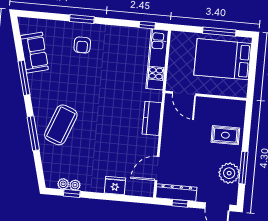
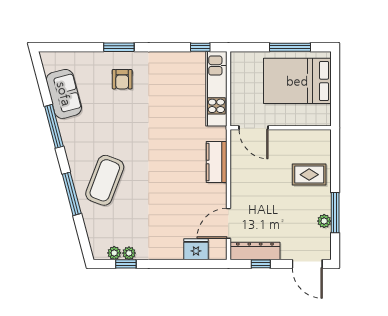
plant: (229, 173) -> (324, 221), width x0.53, depth x0.53
fridge: (115, 186) -> (196, 249), moved

